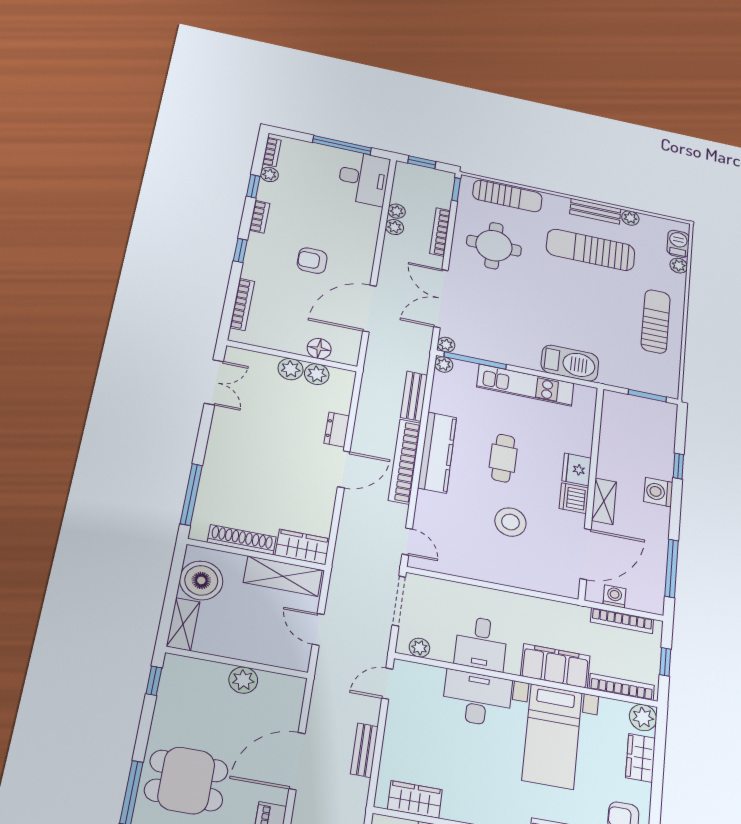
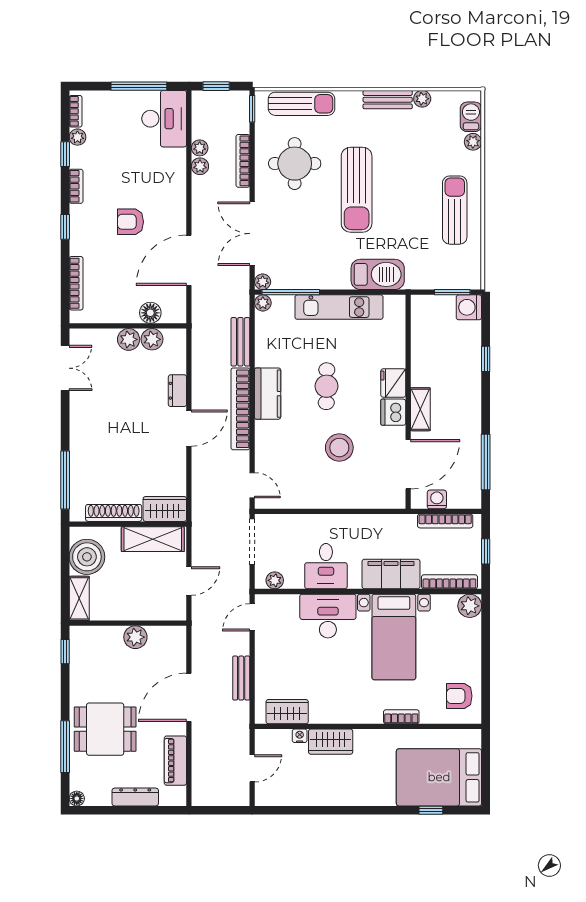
sun lounger: (591, 250) -> (357, 190), moved, turned -90
kitchen counter: (437, 452) -> (268, 394), width x0.67
washing machine: (658, 492) -> (469, 307), moved
door: (318, 629) -> (189, 581), swing flipped
wardrobe: (641, 758) -> (470, 642), removed

